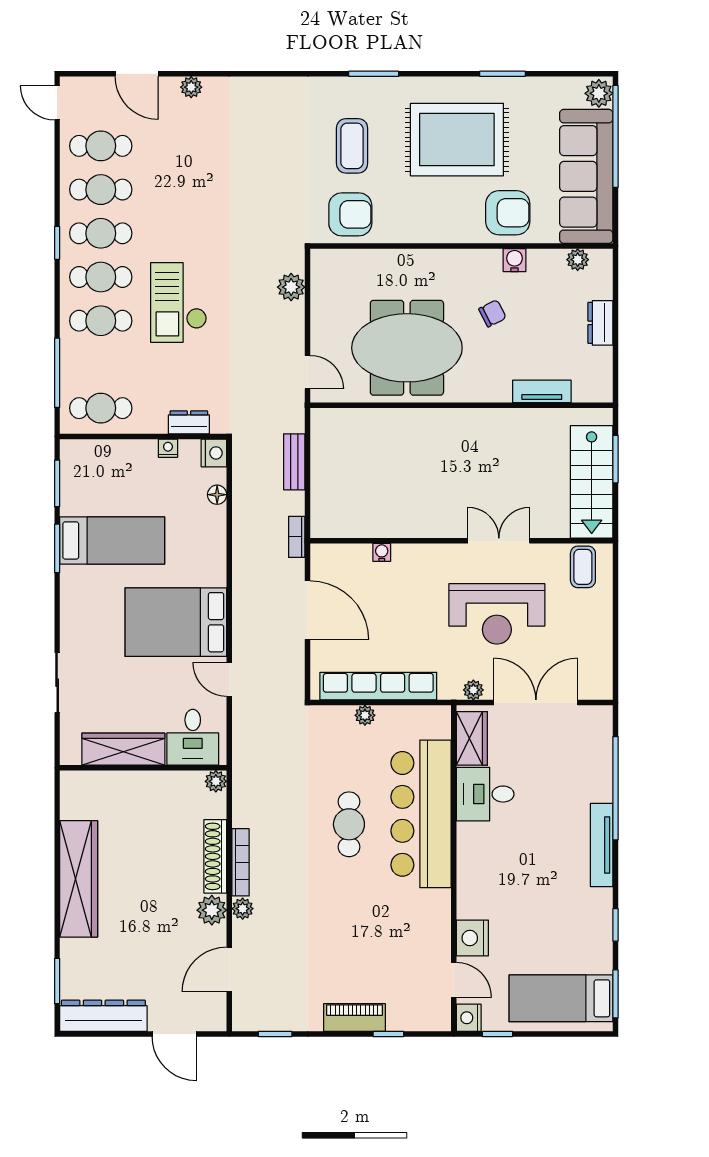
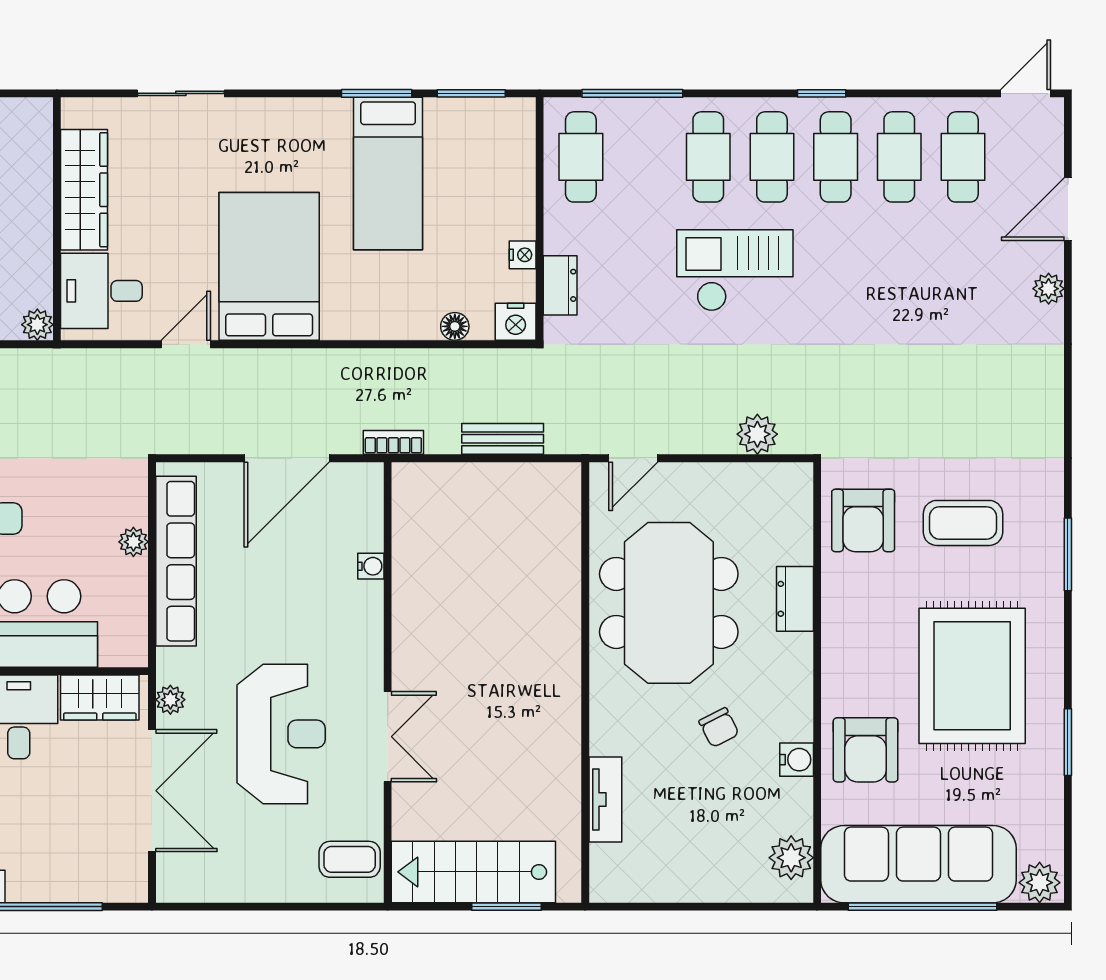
window: (615, 136) -> (922, 907), moved
plant: (578, 260) -> (791, 858), width x1.38, depth x1.38
dresser: (600, 323) -> (795, 599), moved, turned -90
reception desk: (497, 614) -> (281, 734), turned 180

